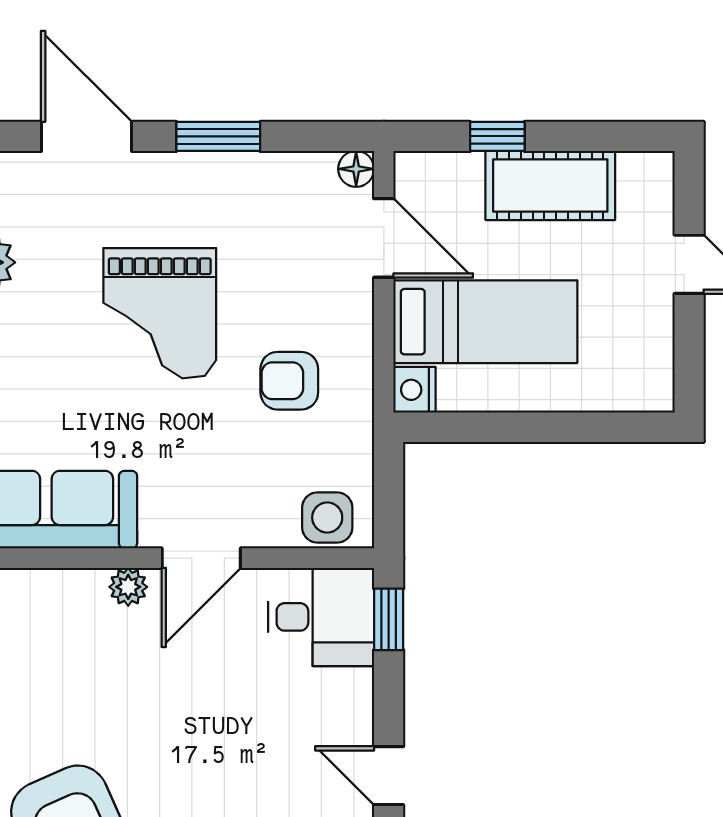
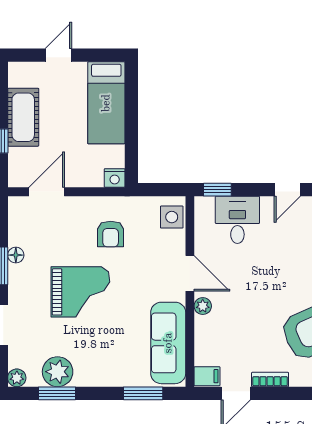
floor lamp: (356, 169) -> (16, 255), moved
bed: (485, 322) -> (106, 103), moved, turned 180
desk: (321, 617) -> (237, 220), moved

